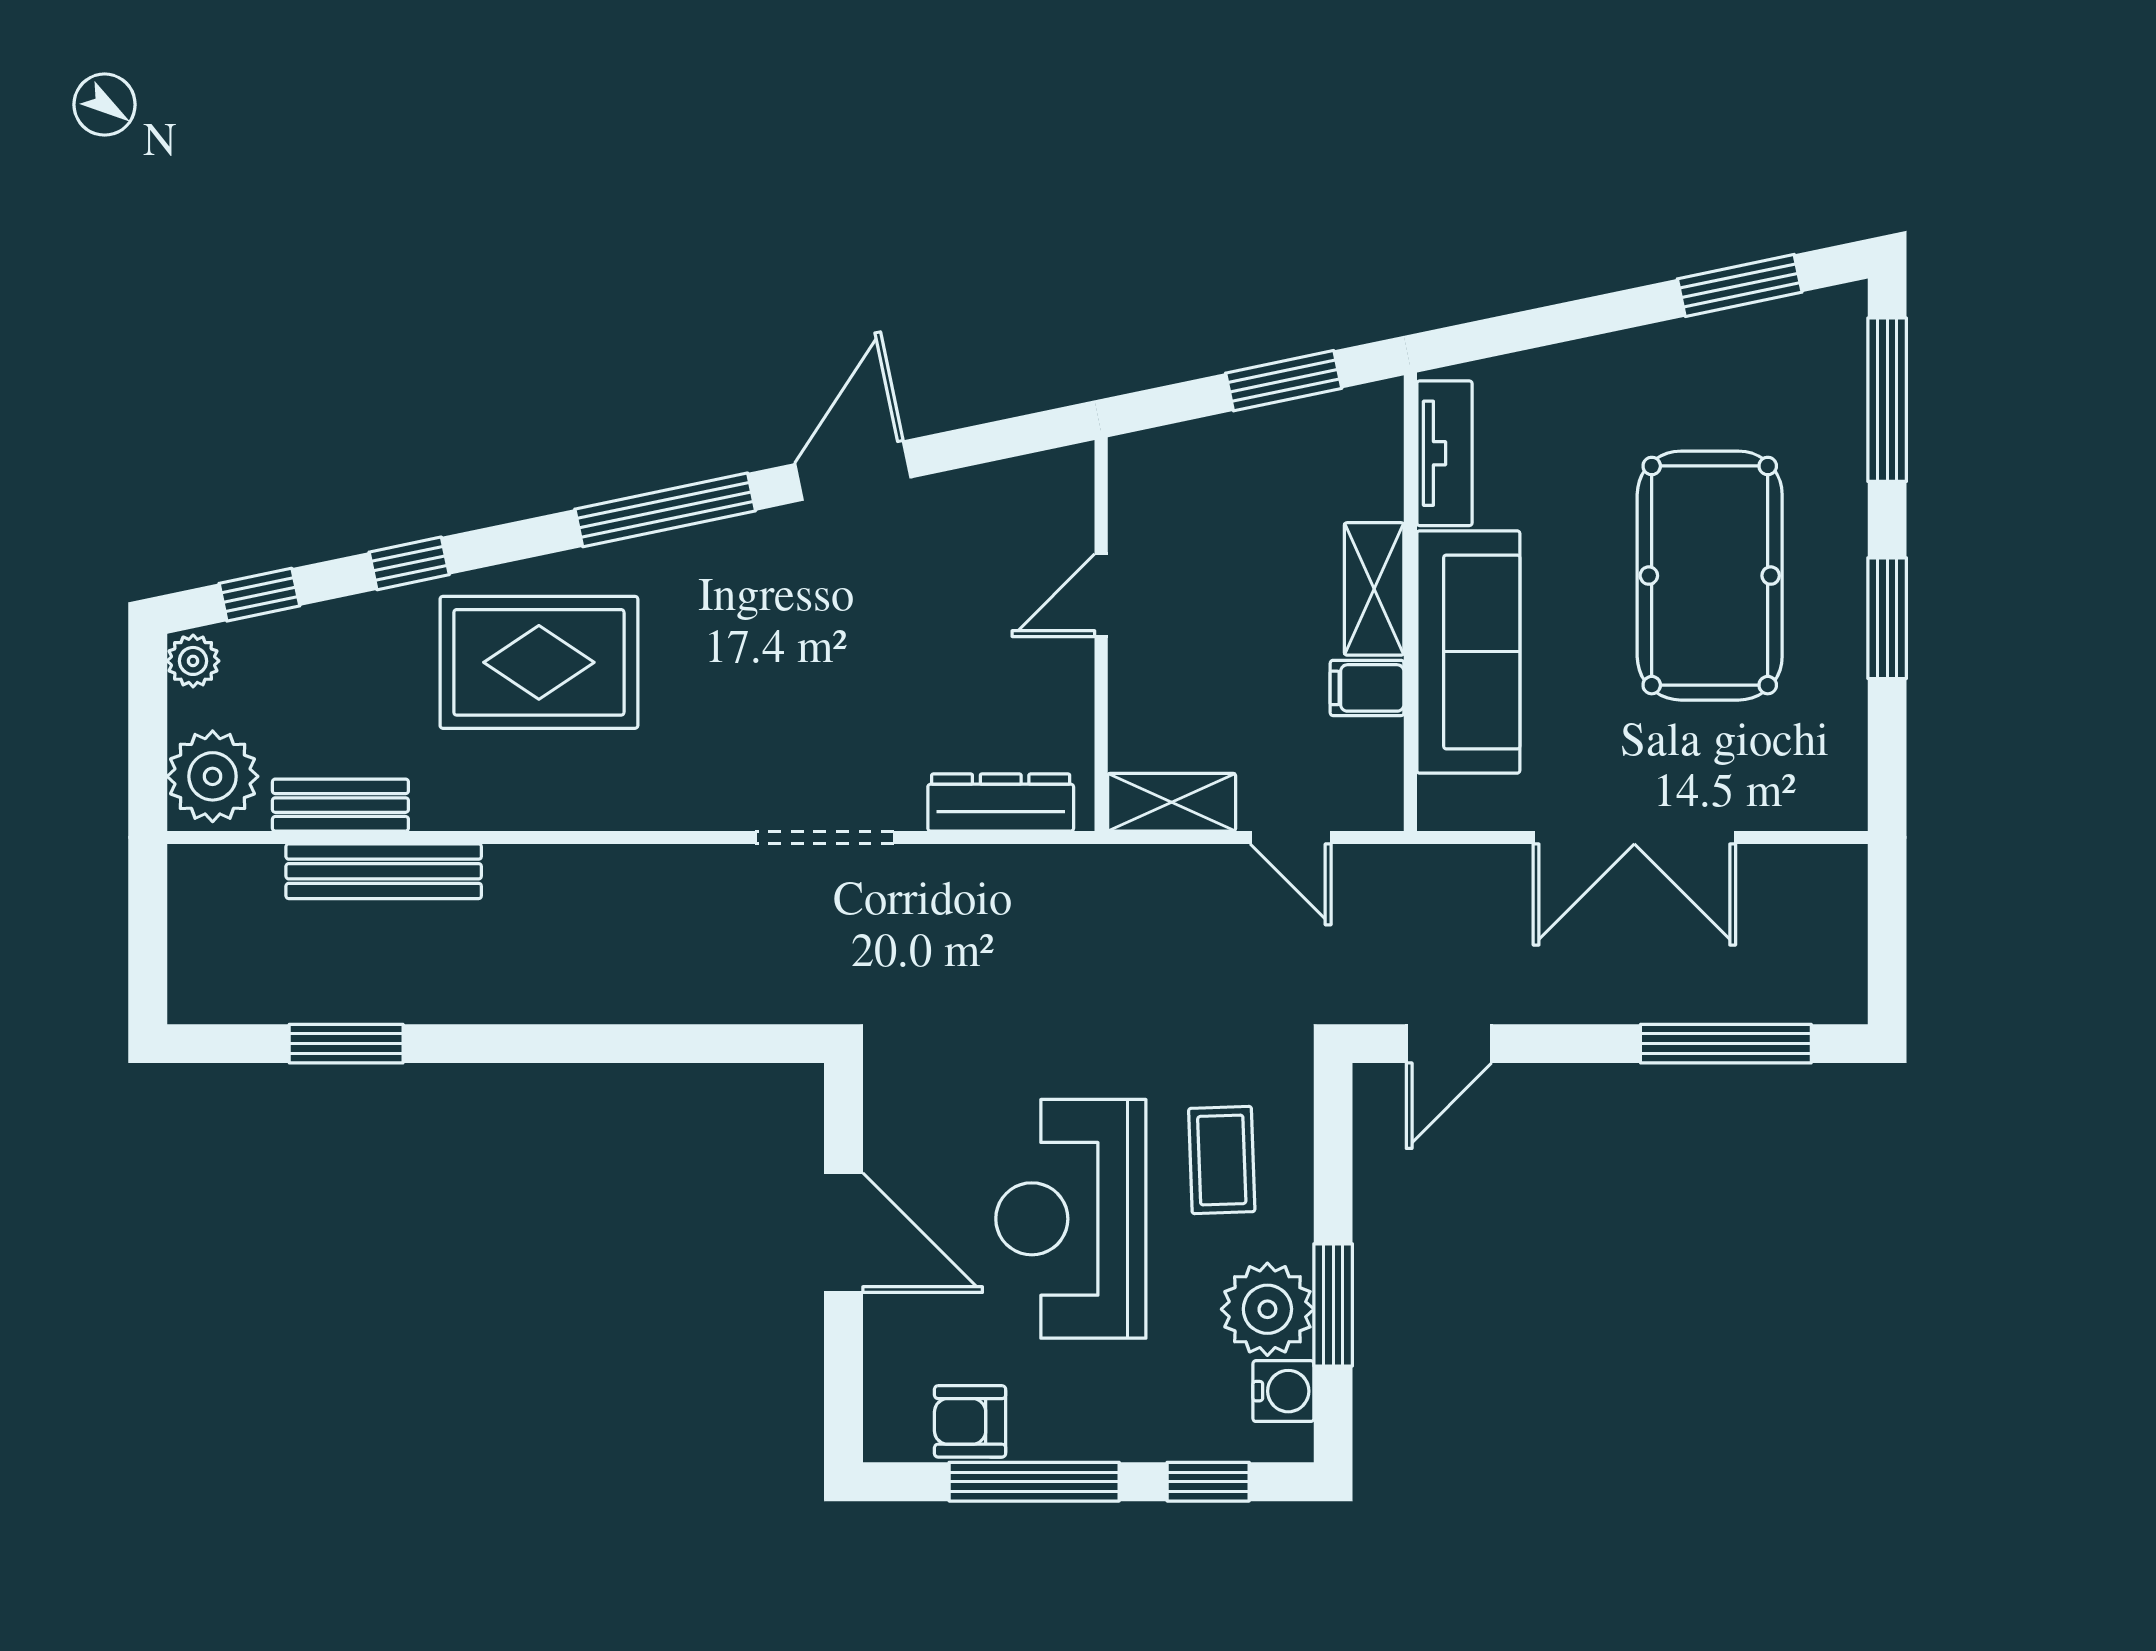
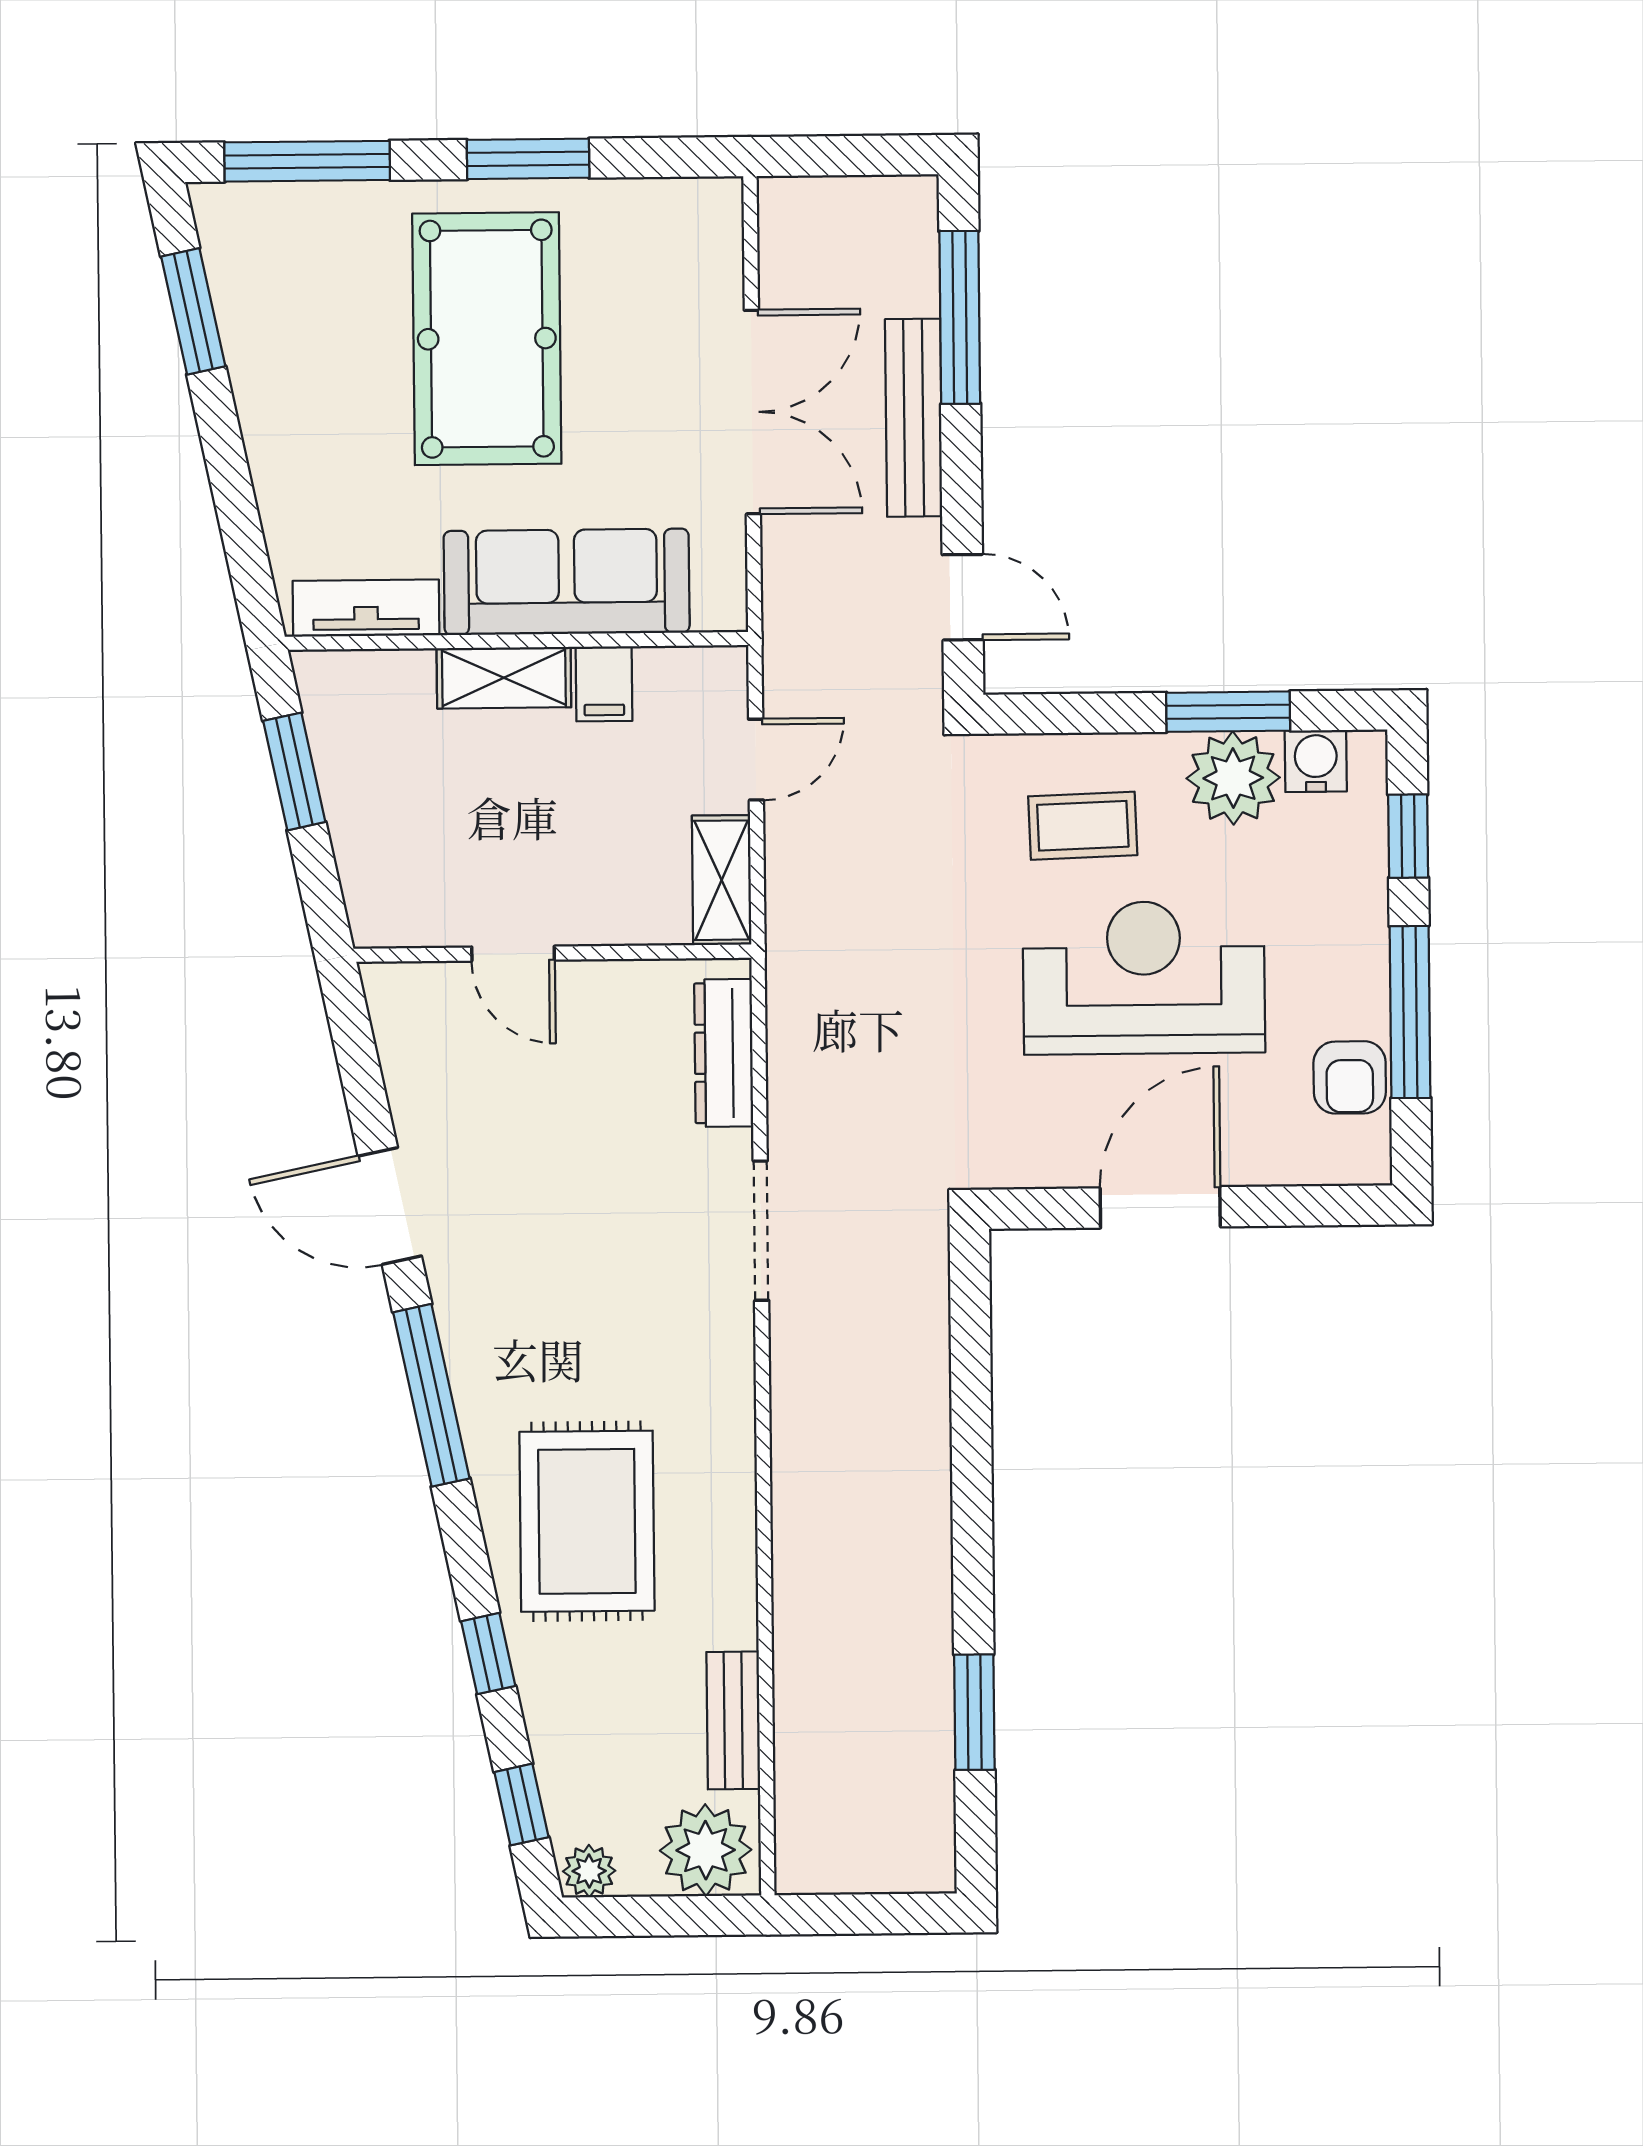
pool table: (1710, 576) -> (487, 339), turned 90
bench: (384, 871) -> (914, 418), moved
reception desk: (1071, 1219) -> (1144, 978), turned 180

